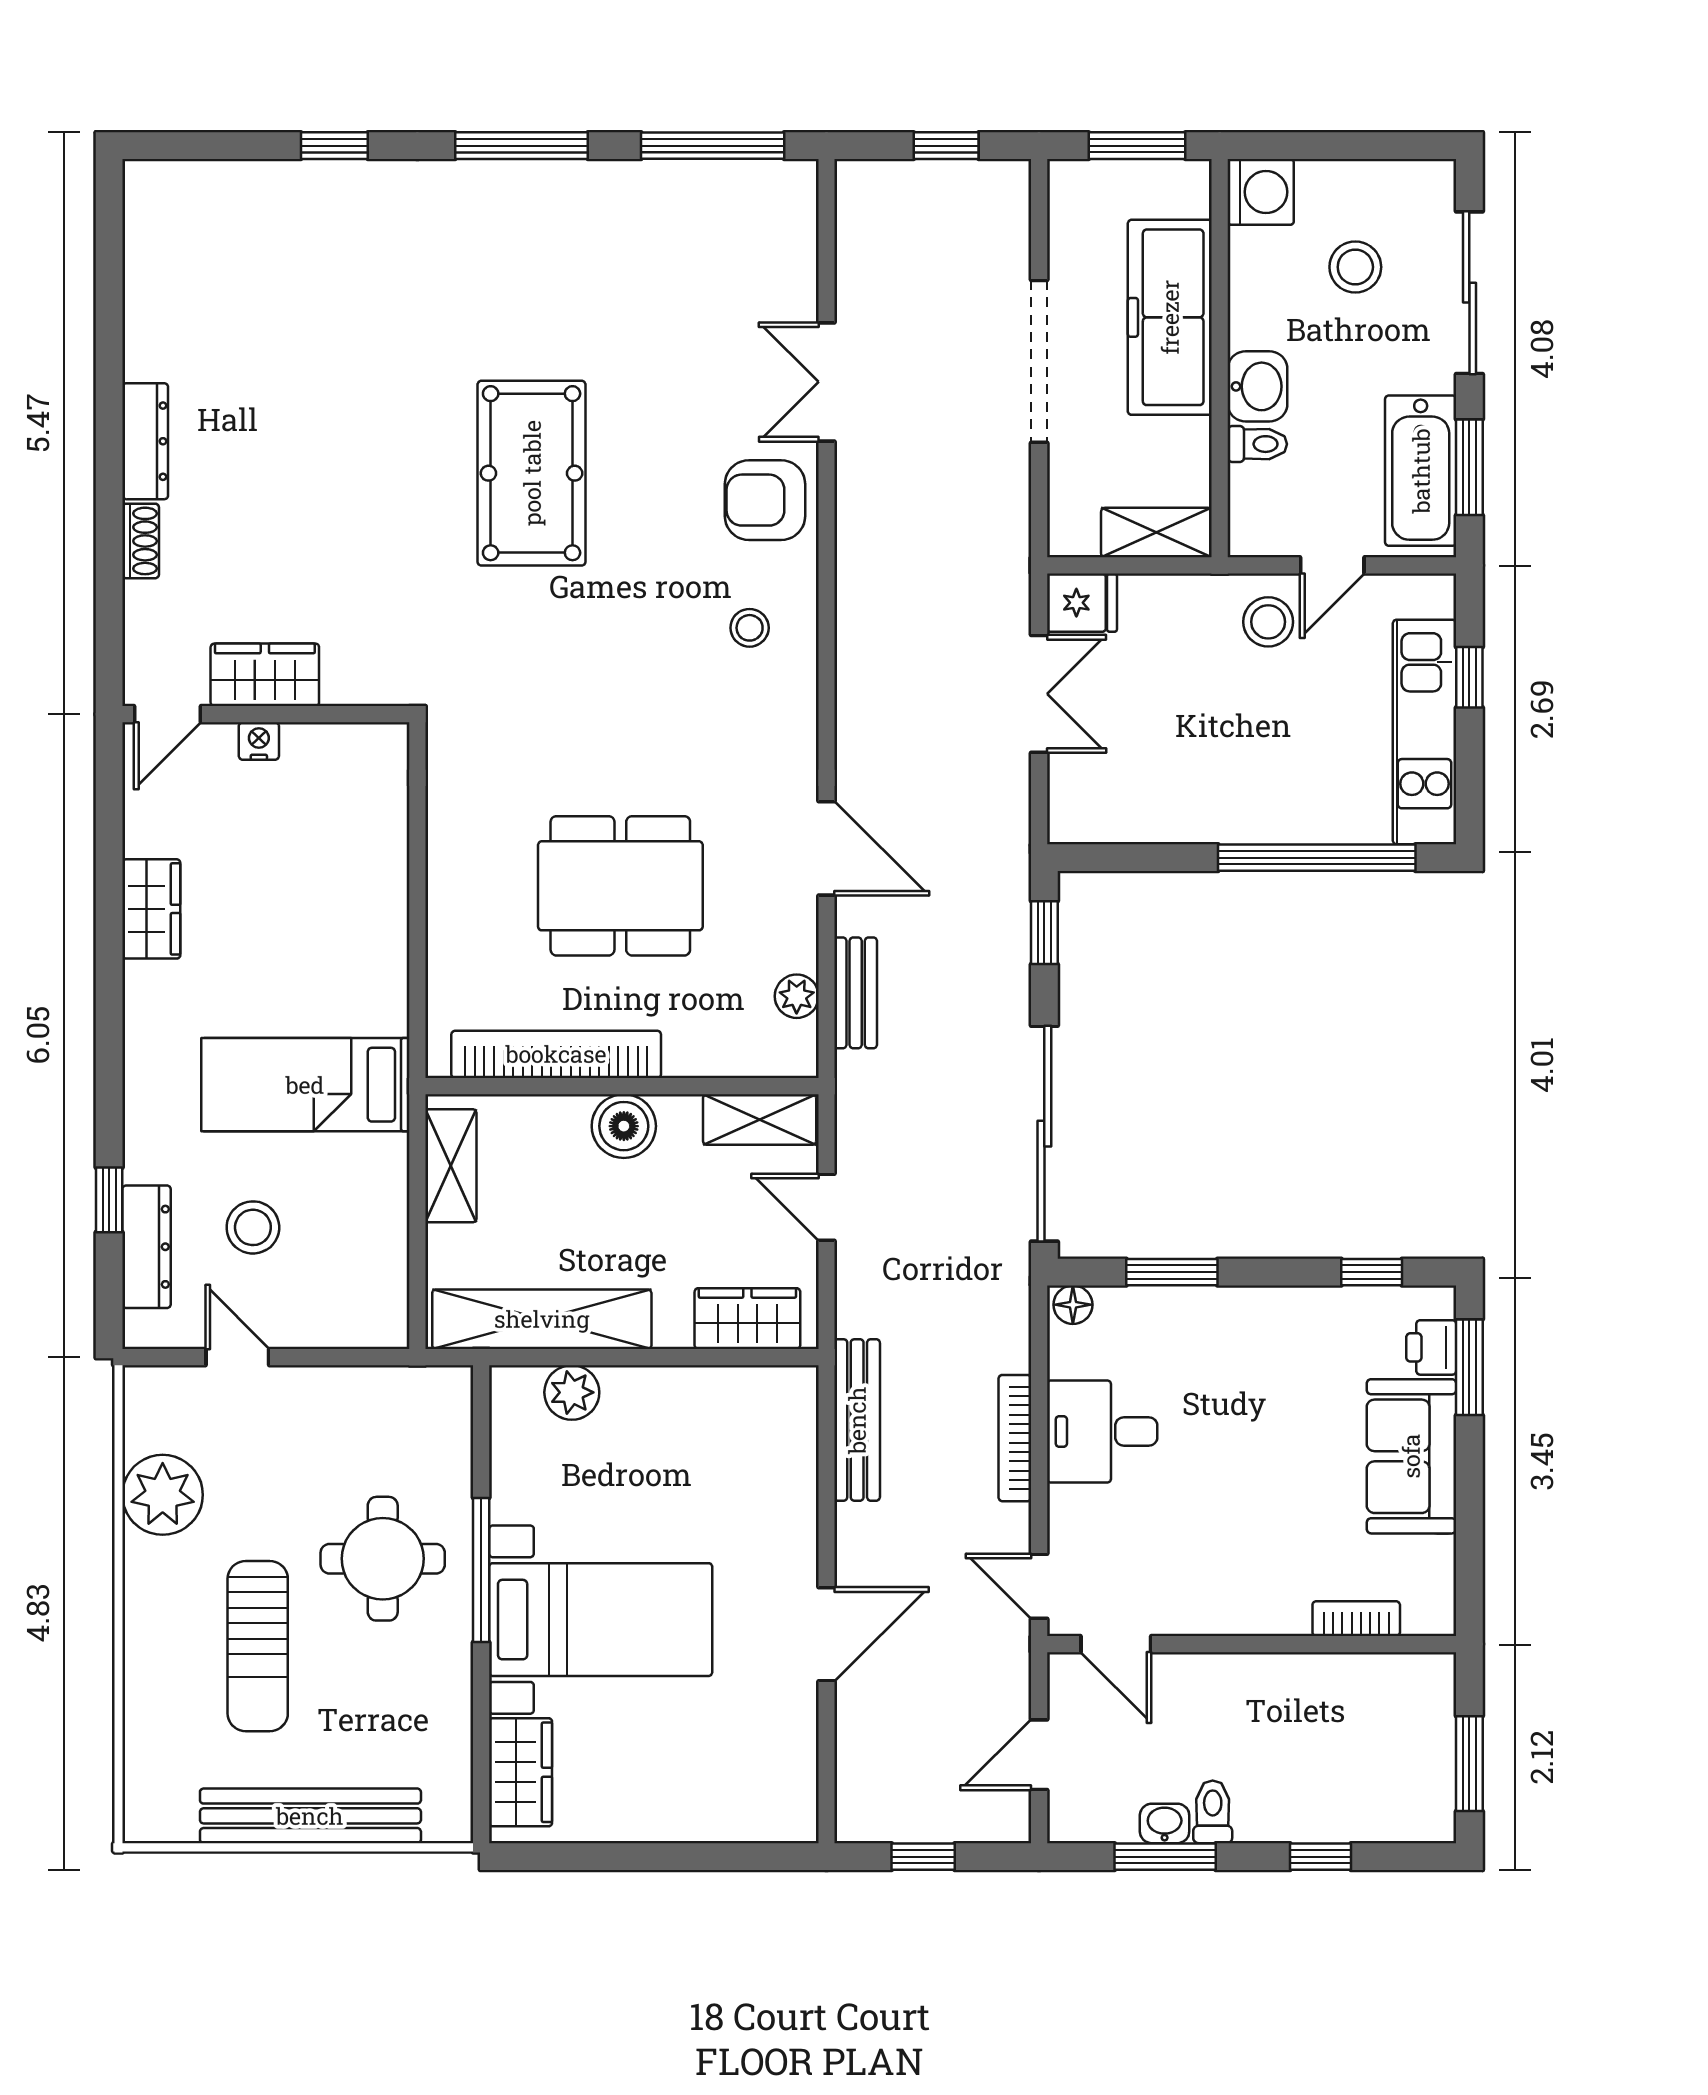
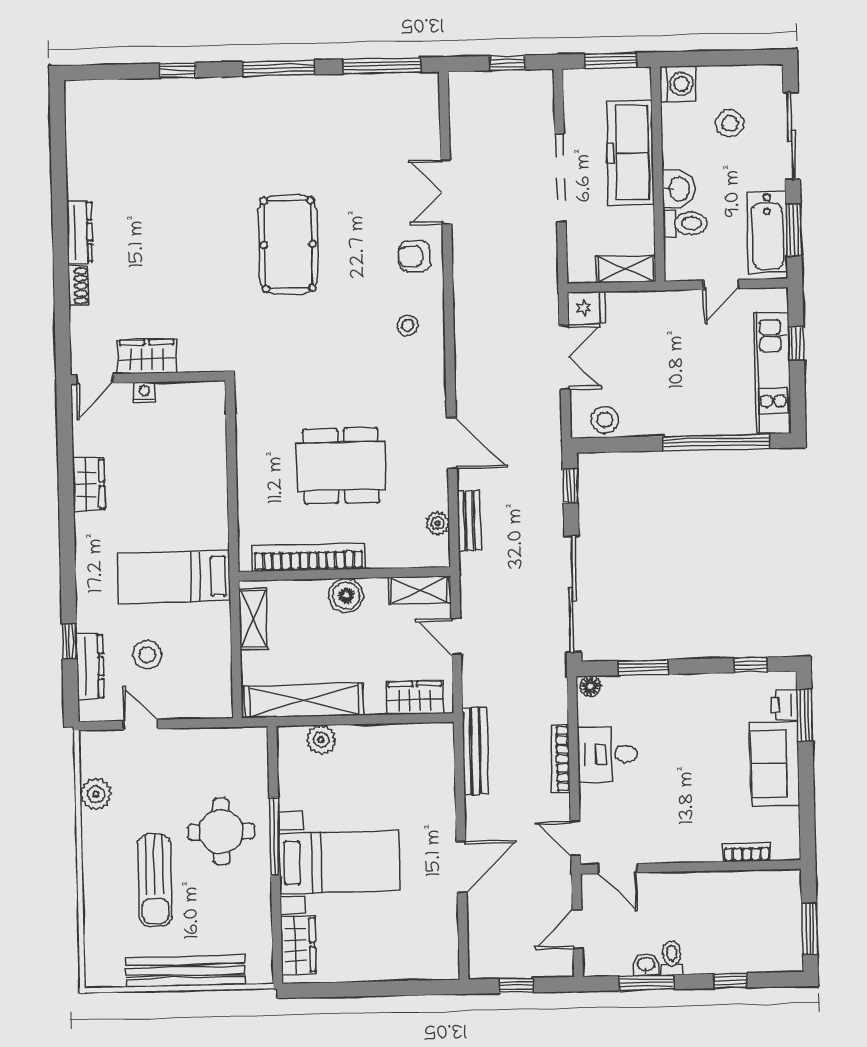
toilet: (1257, 444) -> (685, 223), width x1.37, depth x1.39
armchair: (765, 500) -> (414, 256), width x0.72, depth x0.72
stool: (1268, 622) -> (605, 420), moved
plant: (163, 1495) -> (96, 794), width x0.73, depth x0.73

